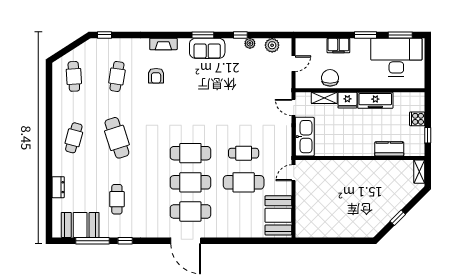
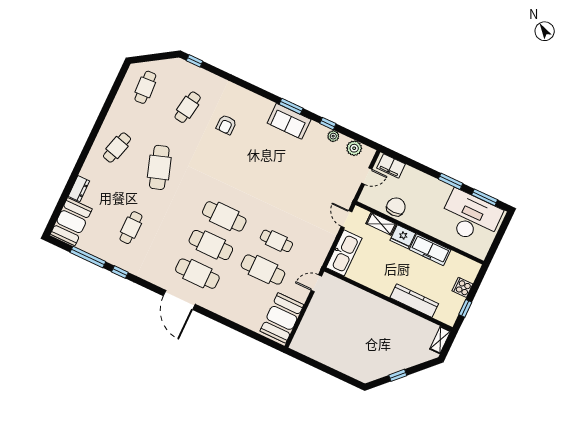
fireplace: (163, 44) -> (248, 97), removed
filing cabinet: (338, 46) -> (391, 166), moved
kitchen counter: (389, 149) -> (414, 301), width x1.50
booth: (80, 225) -> (71, 222), moved, turned 90

